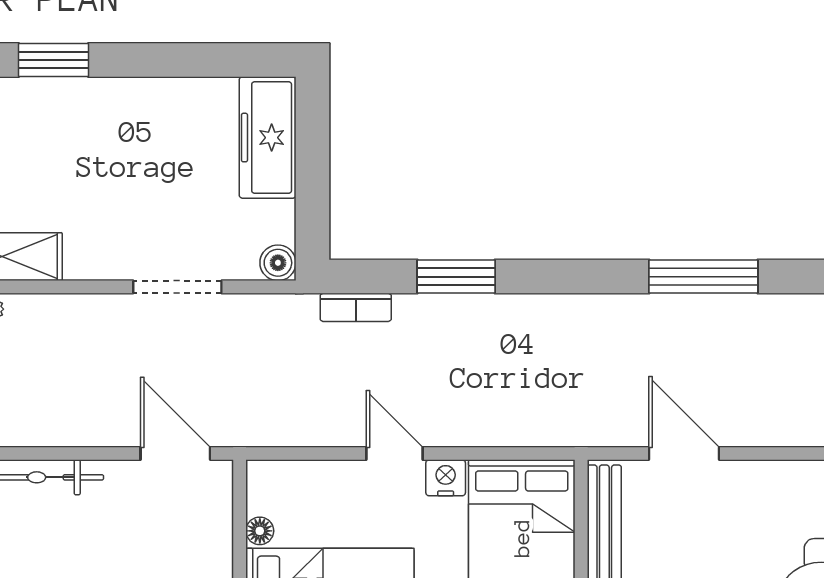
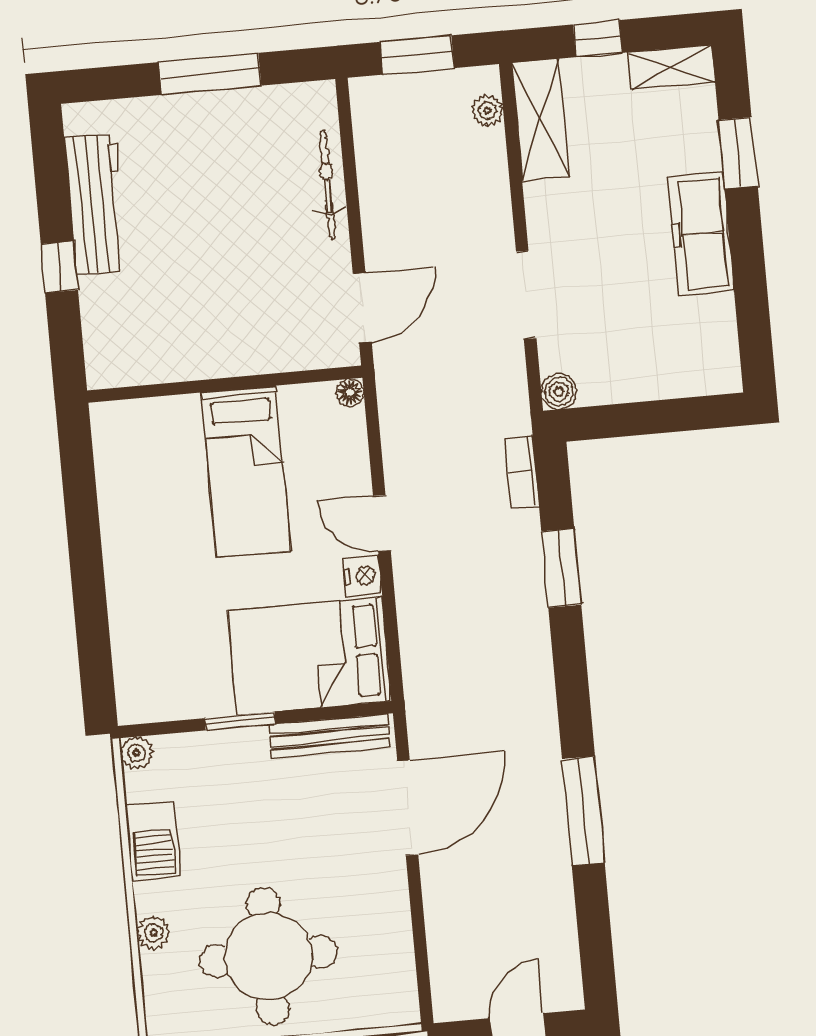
freezer: (268, 138) -> (701, 234), moved, turned -90
door: (395, 453) -> (382, 523), swing flipped
door: (684, 453) -> (408, 808), width x1.36
floor lamp: (260, 531) -> (350, 393), moved

